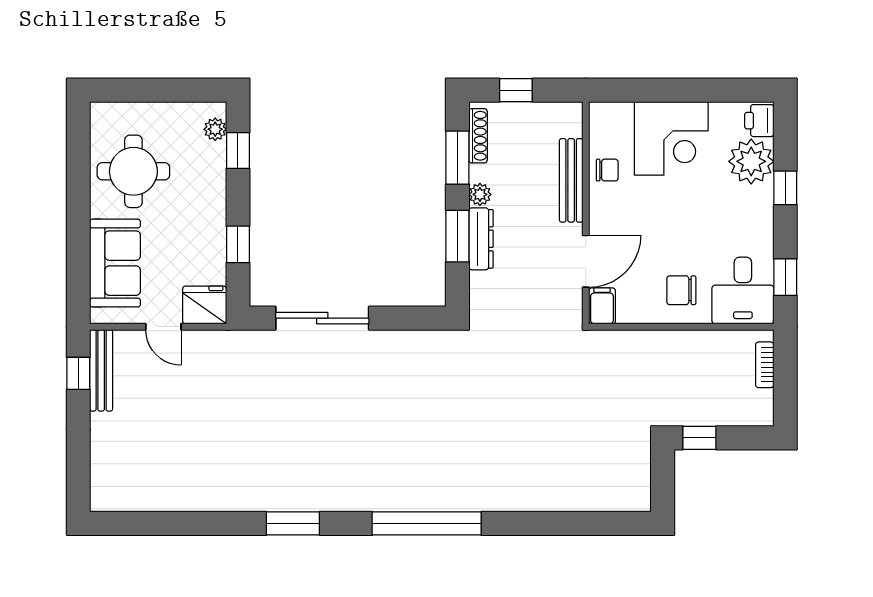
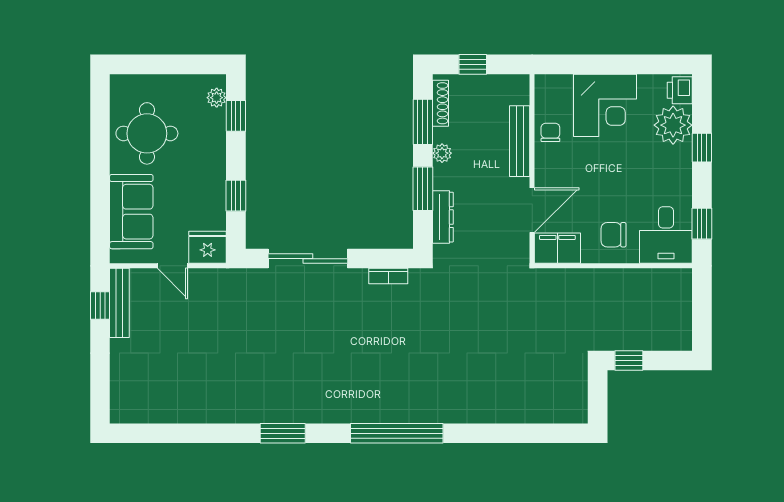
chair: (607, 170) -> (550, 132), turned -90
dresser: (481, 239) -> (443, 217), moved
filing cabinet: (602, 306) -> (557, 248), width x2.00
bookcase: (765, 365) -> (388, 276), moved, turned -90

